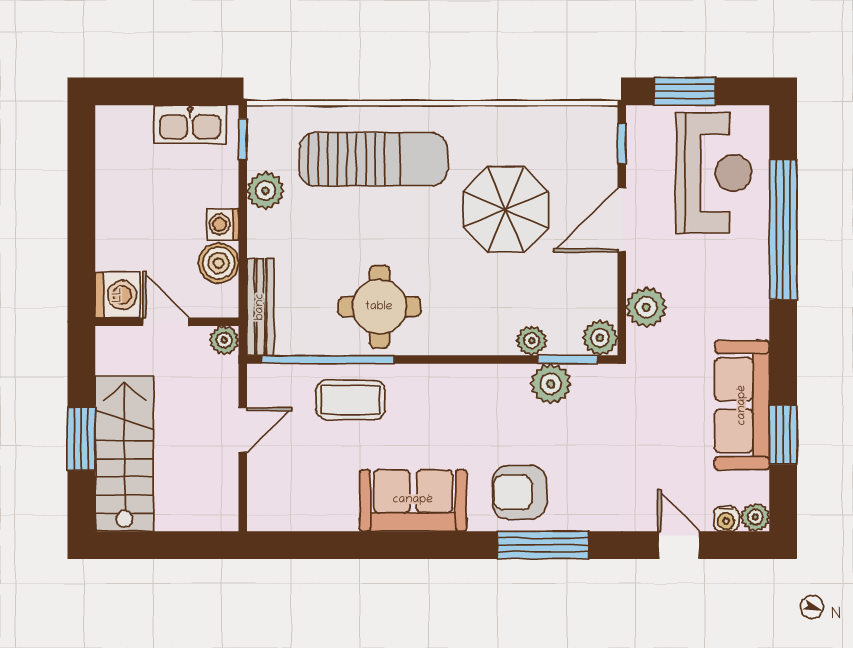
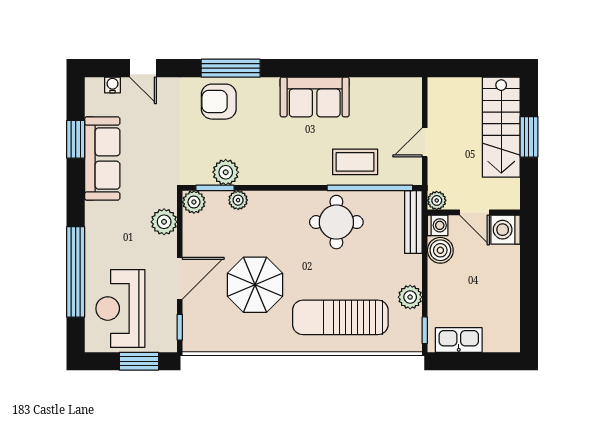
washing machine: (223, 224) -> (438, 225), moved
armchair: (519, 492) -> (219, 102), moved, turned 180
plant: (755, 517) -> (94, 86), removed

